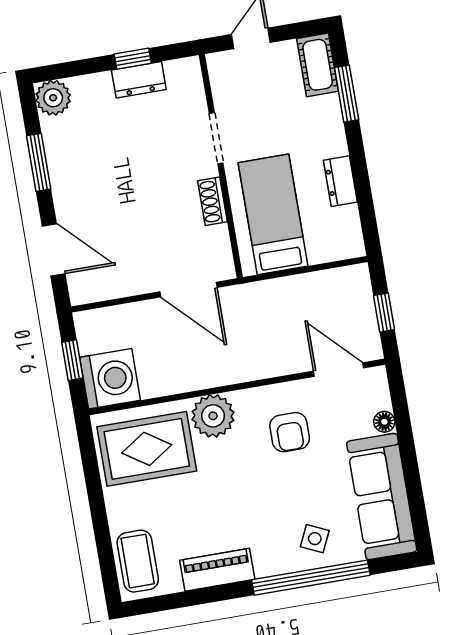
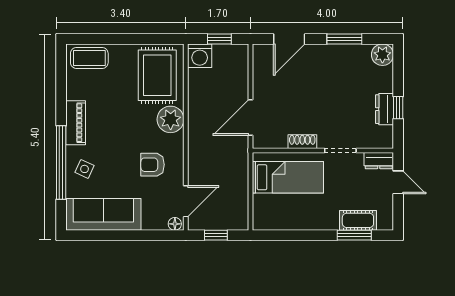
cot: (318, 65) -> (358, 220), moved
dresser: (340, 181) -> (379, 161), moved, turned 180
washing machine: (110, 379) -> (200, 56), width x0.73, depth x0.73
floor lamp: (384, 422) -> (175, 224), moved
piano: (217, 570) -> (76, 123), moved

